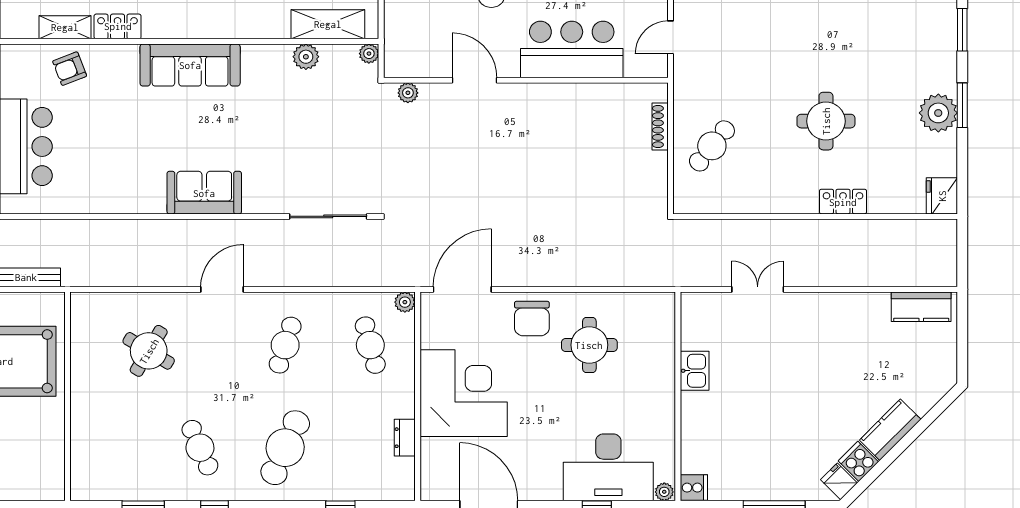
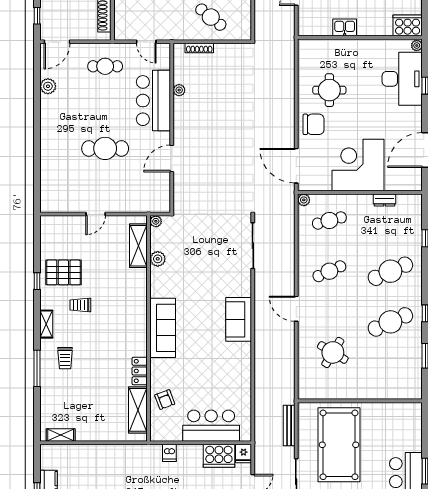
shelving: (65, 27) -> (138, 410), width x1.50, depth x1.33
plant: (408, 93) -> (179, 90), moved
cafe table: (285, 345) -> (329, 271), turned -42
cafe table: (200, 448) -> (390, 322), width x1.37, depth x1.35
cafe table: (285, 448) -> (390, 271), turned -48
cooker: (694, 488) -> (408, 25), width x1.87, depth x1.31

